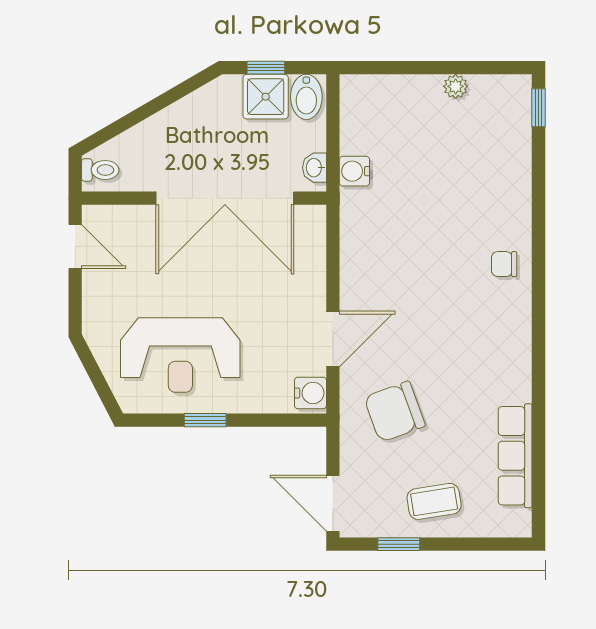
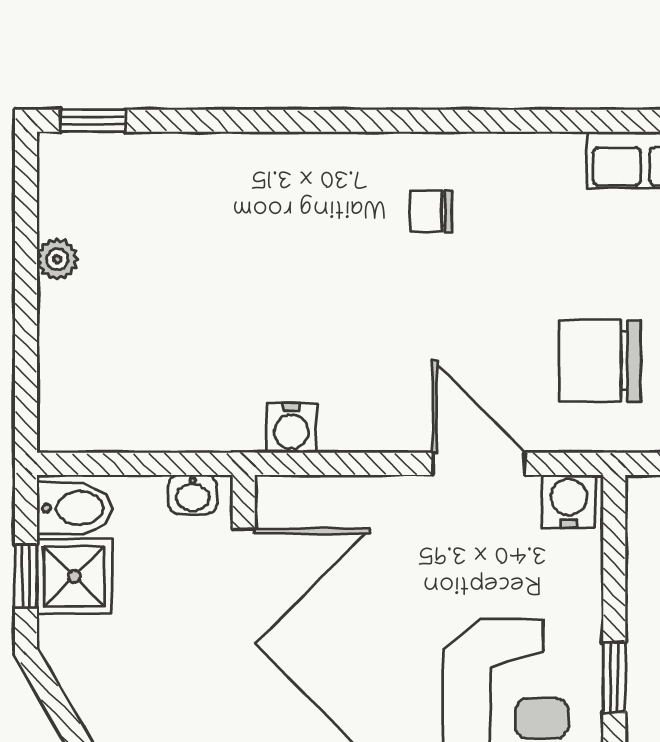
water cooler: (354, 171) -> (291, 428), moved
chair: (504, 264) -> (431, 211), moved, turned 90
chair: (395, 412) -> (600, 361), turned 110

